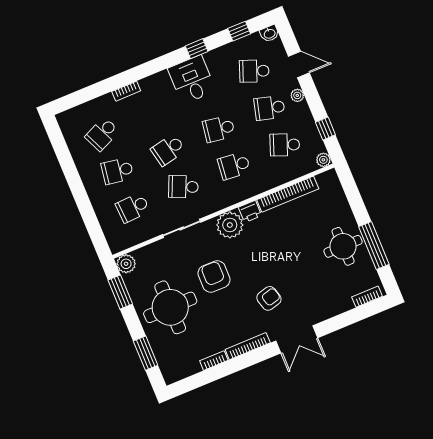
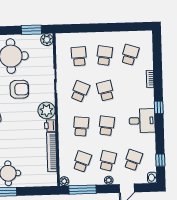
window: (197, 49) -> (159, 107), moved
window: (325, 129) -> (82, 190), width x2.17
school desk: (102, 134) -> (130, 55), turned 42

